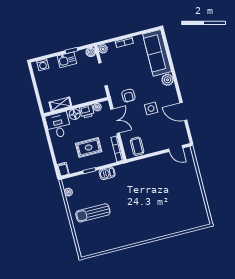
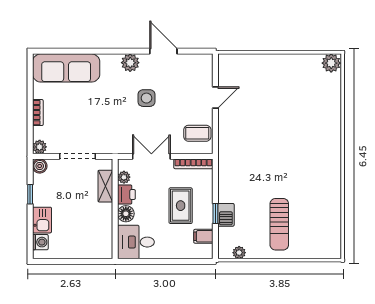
kitchen sink: (67, 60) -> (42, 220), moved
plant: (167, 80) -> (130, 63), moved
armchair: (128, 96) -> (119, 127), removed
shelving: (60, 104) -> (105, 186), moved
door: (183, 111) -> (163, 51), swing flipped
door: (176, 149) -> (215, 97), moved
filing cabinet: (63, 169) -> (203, 236), moved
barbecue: (107, 173) -> (226, 215), moved
plant: (203, 220) -> (331, 63), added

